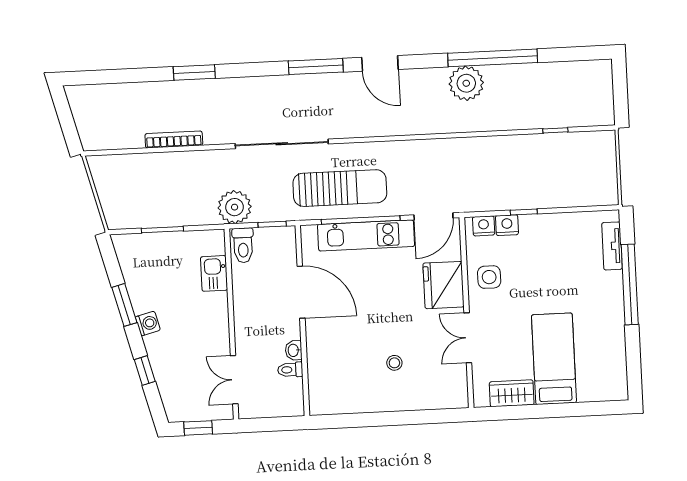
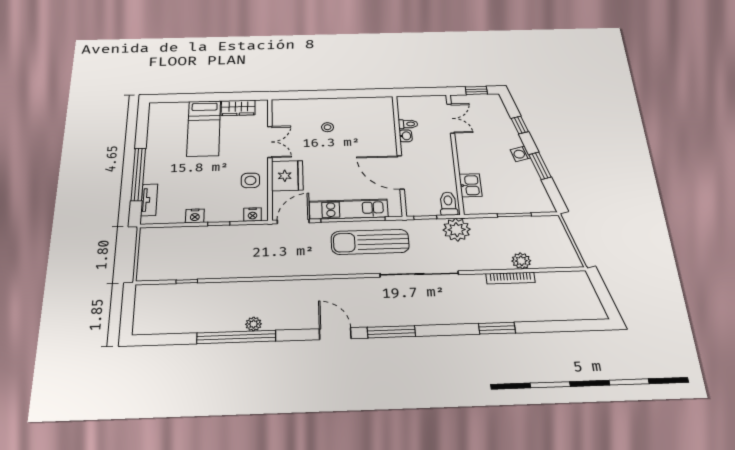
plant: (466, 83) -> (254, 324), width x0.53, depth x0.53
plant: (159, 164) -> (521, 261), added
nightstand: (507, 225) -> (195, 216), moved

